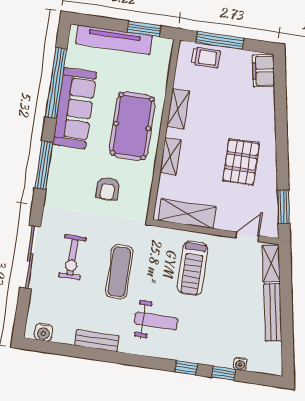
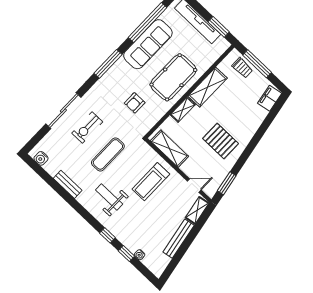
shelving: (178, 109) -> (208, 87), width x1.50, depth x1.33
pallet: (241, 162) -> (221, 141), turned 90
weight bench: (156, 321) -> (109, 197), turned 180

